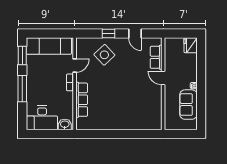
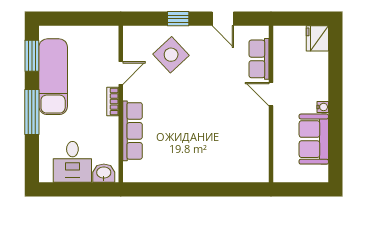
exam couch: (49, 46) -> (53, 77), moved, turned -90
desk: (42, 118) -> (72, 162), width x0.73

